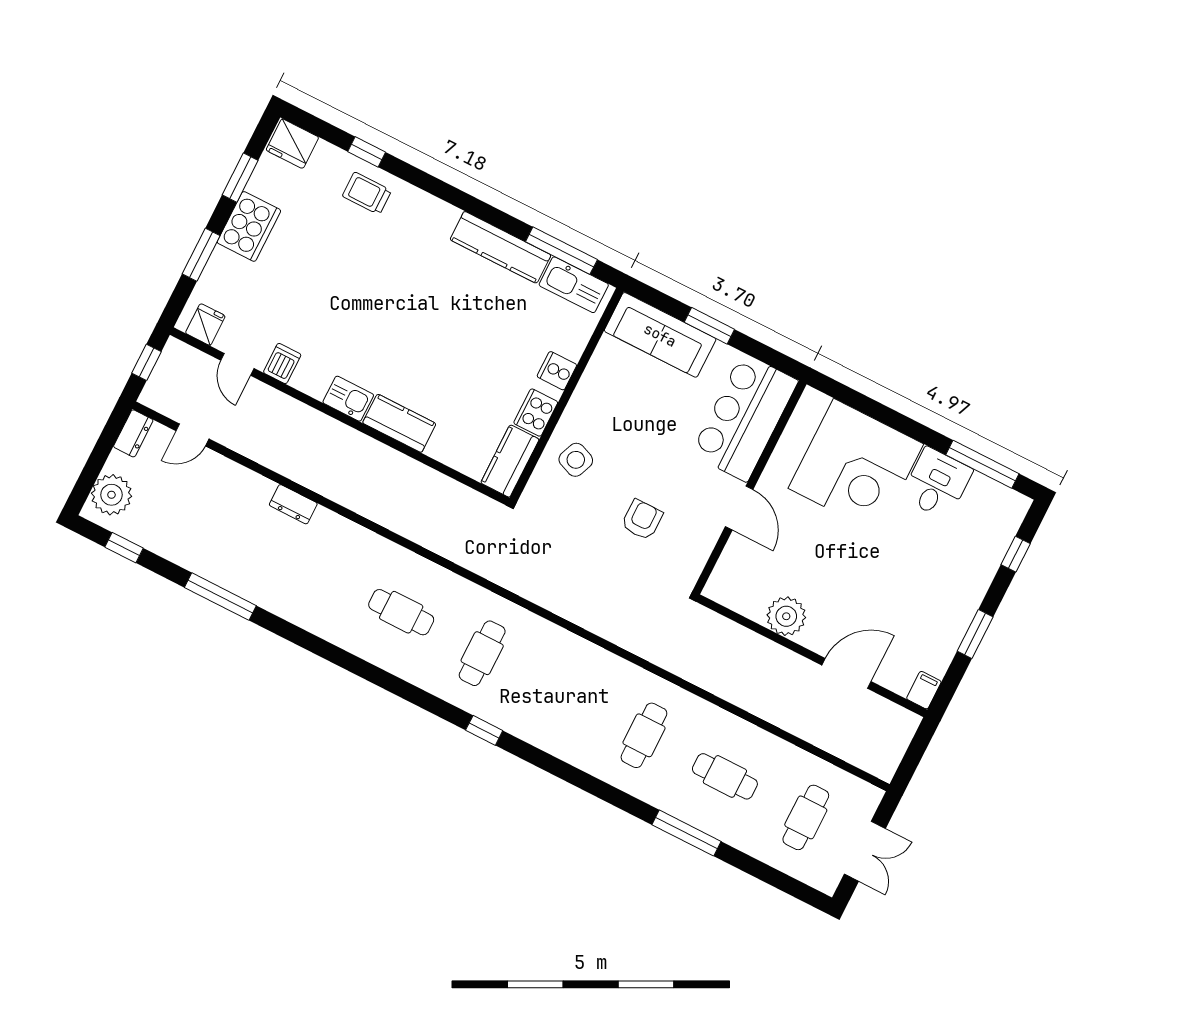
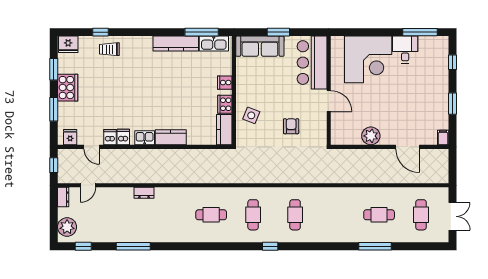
dishwasher: (308, 376) -> (123, 137), added
door: (846, 673) -> (408, 147), swing flipped
cafe table: (644, 735) -> (295, 215), moved

